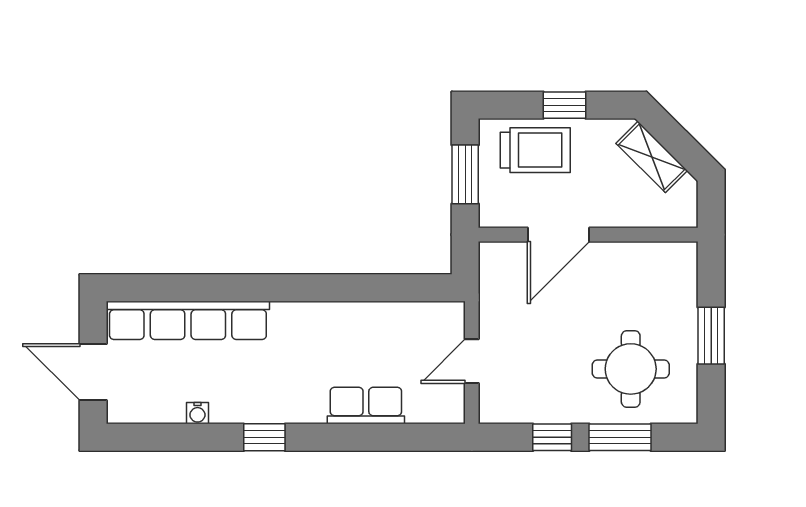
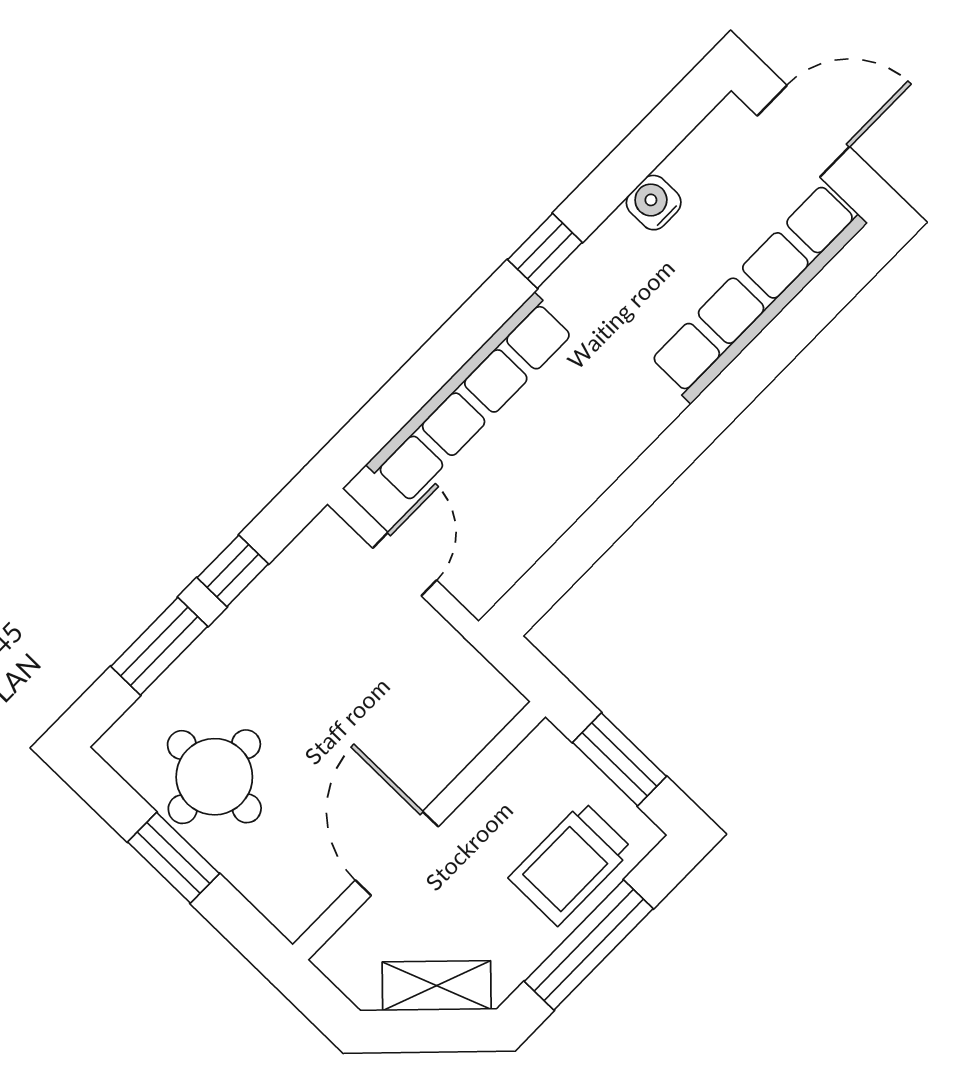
window: (565, 105) -> (589, 945), width x2.17
door: (559, 235) -> (397, 853), moved
round table: (631, 369) -> (214, 777), moved
row of seats: (366, 406) -> (470, 398), width x2.02
water cooler: (197, 413) -> (654, 203), width x1.38, depth x1.38

